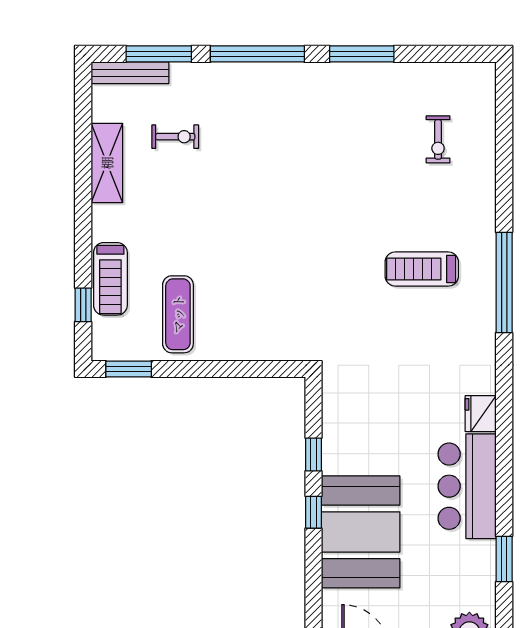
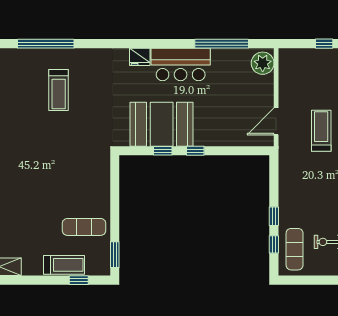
window: (504, 283) -> (46, 44), moved
booth: (361, 532) -> (162, 124), moved
window: (504, 559) -> (222, 44), width x2.11

